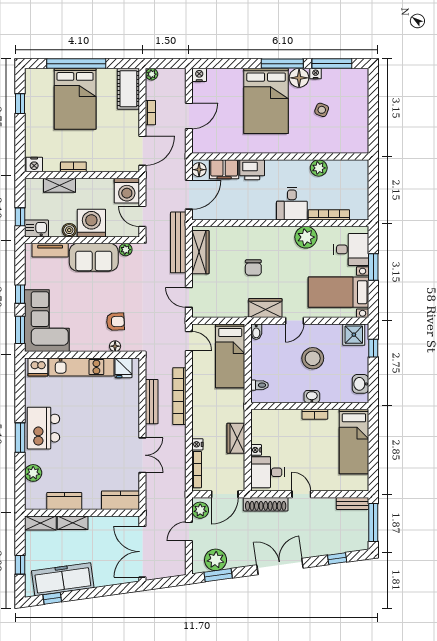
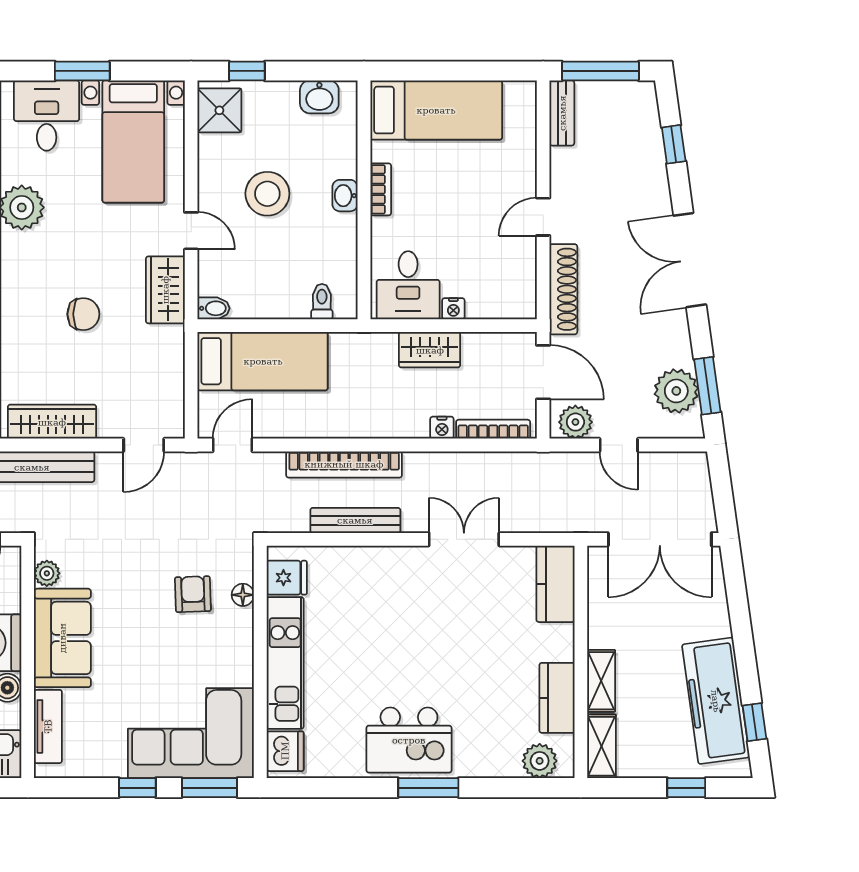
desk: (268, 472) -> (408, 285), moved
plant: (33, 473) -> (540, 761), moved

